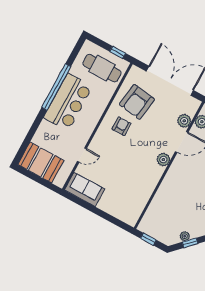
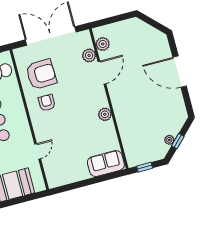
armchair: (137, 102) -> (41, 74), turned -100
plant: (163, 160) -> (105, 114), moved
sofa: (85, 189) -> (106, 164), moved

